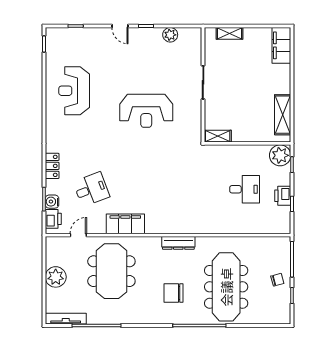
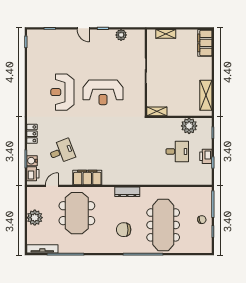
reception desk: (74, 91) -> (62, 92), moved
plant: (280, 155) -> (189, 126), moved

